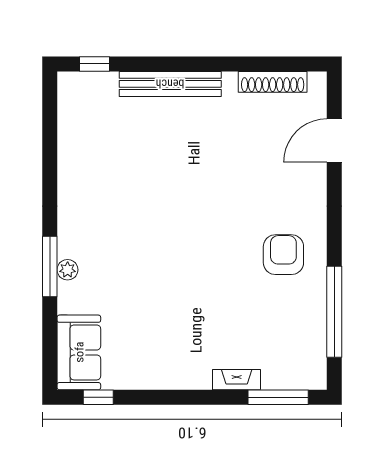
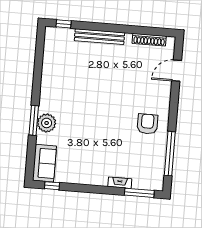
plant: (68, 270) -> (47, 123), width x1.88, depth x1.88

